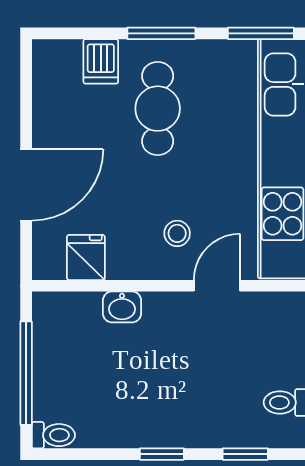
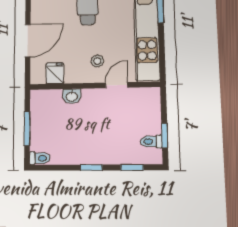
window: (26, 373) -> (27, 128), width x0.69

